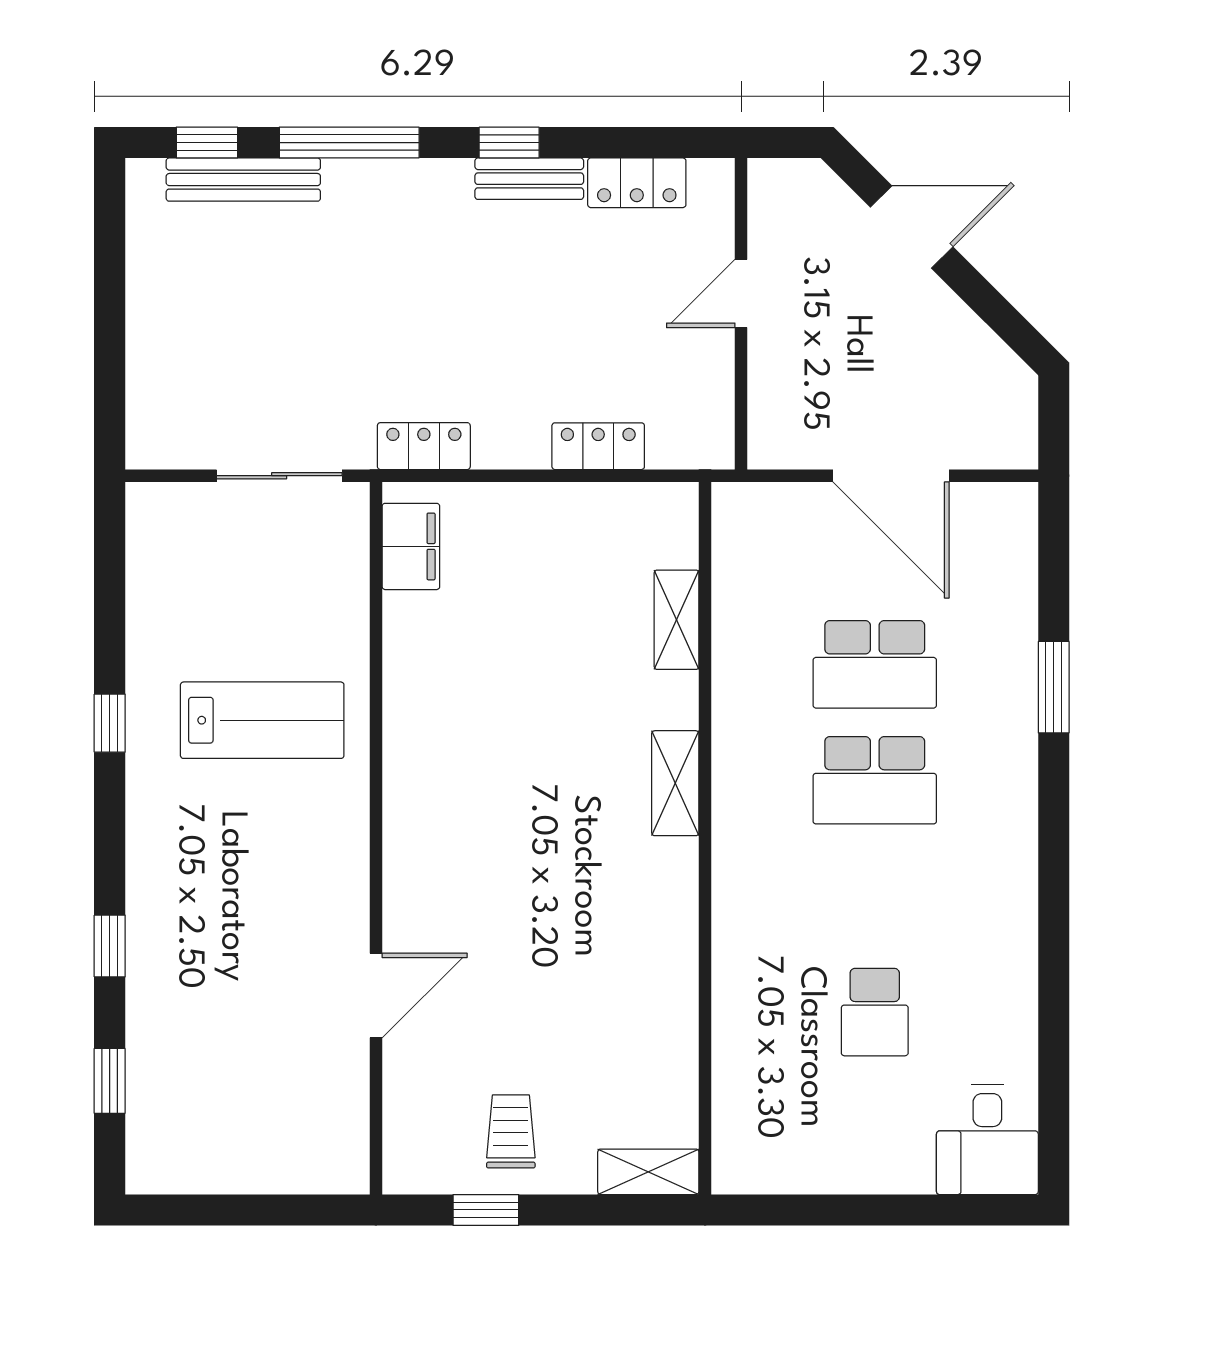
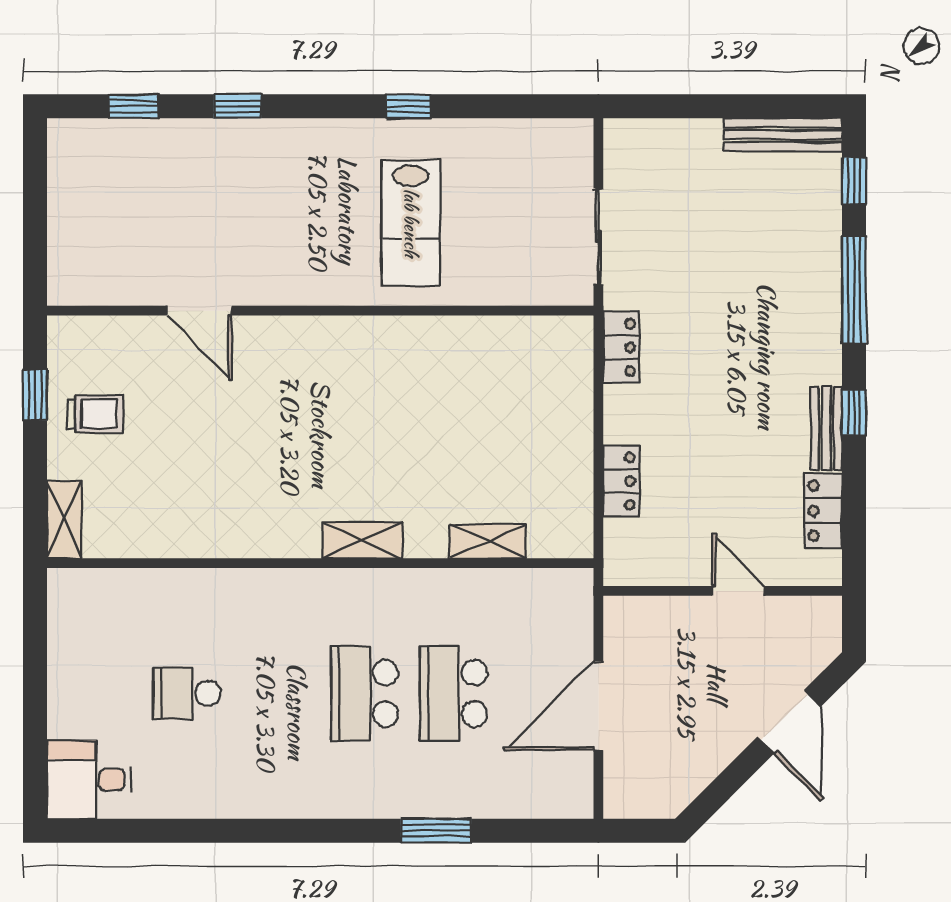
bench: (243, 180) -> (783, 135), moved, turned 90
filing cabinet: (411, 546) -> (544, 337), removed

